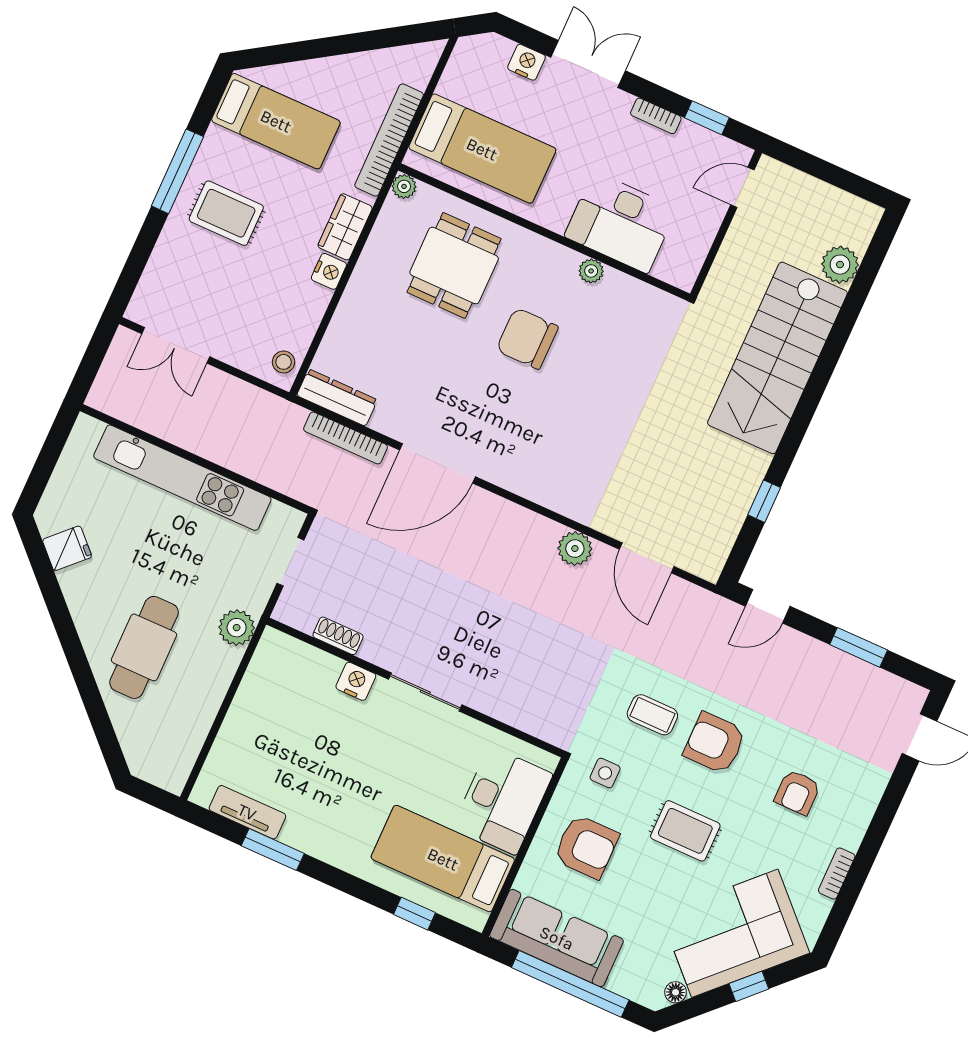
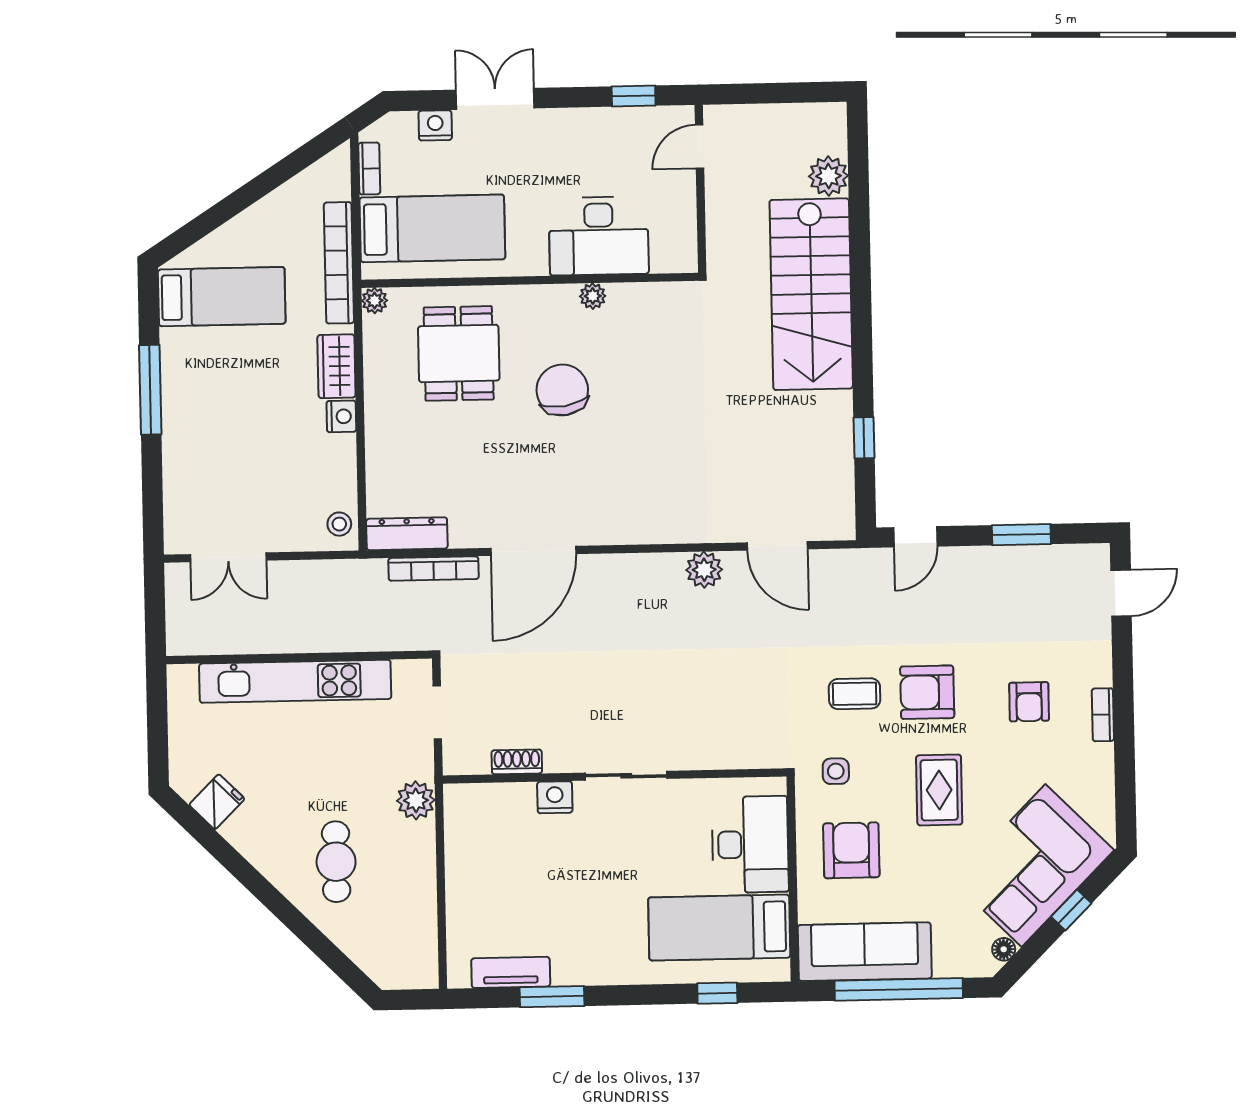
bookcase: (656, 116) -> (369, 168), moved, turned -90
rug: (226, 213) -> (216, 408), removed
chair: (527, 338) -> (562, 390), turned 81
cafe table: (144, 647) -> (336, 862), width x0.73, depth x0.74
rug: (685, 831) -> (939, 790), turned 90
armchair: (586, 846) -> (851, 850), turned -90
bookcase: (837, 873) -> (1103, 715), moved

